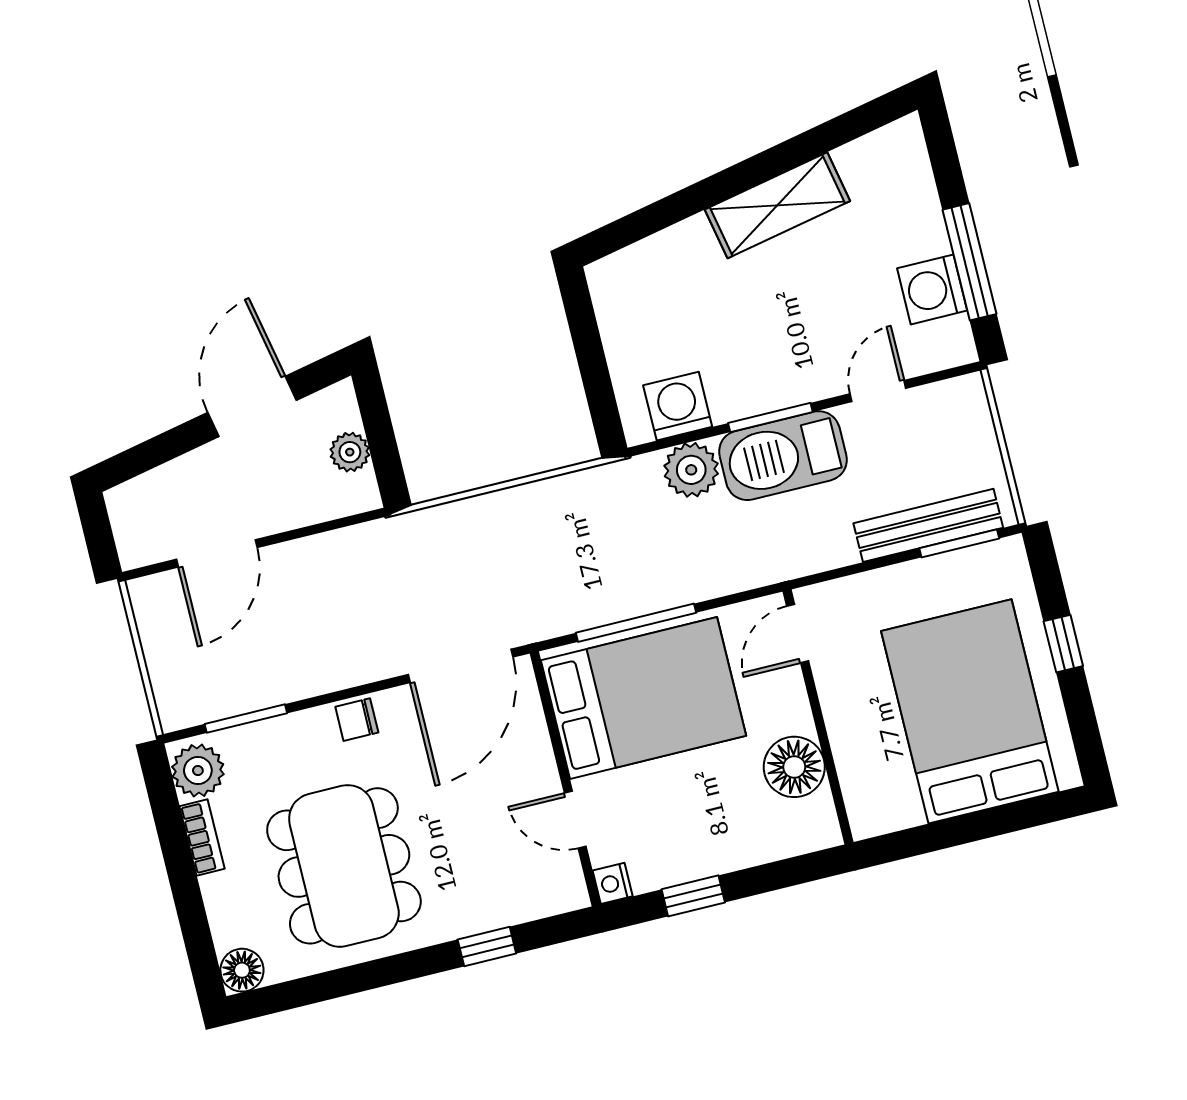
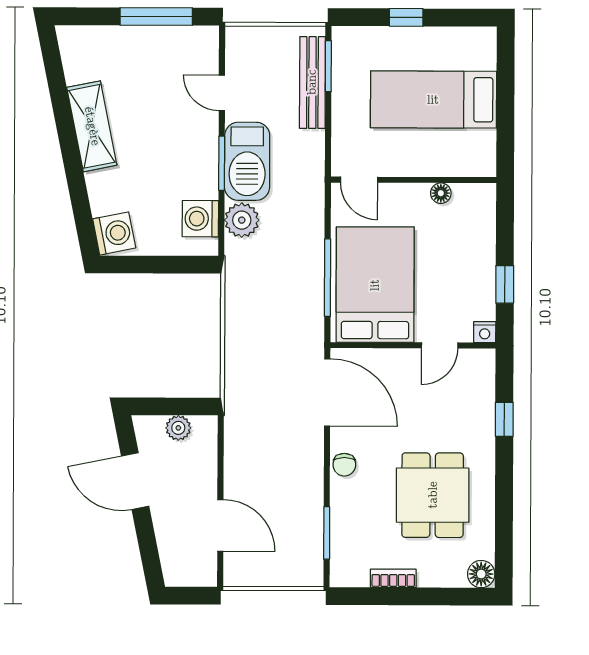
washing machine: (932, 289) -> (114, 233), moved, turned -101
bed: (970, 711) -> (433, 100), width x0.67
floor lamp: (794, 767) -> (441, 193), width x0.53, depth x0.53
plant: (198, 771) -> (351, 571), removed
dining table: (344, 866) -> (433, 495), width x0.73

